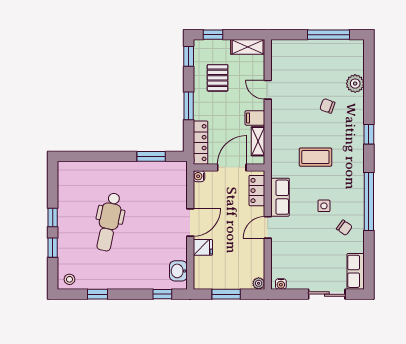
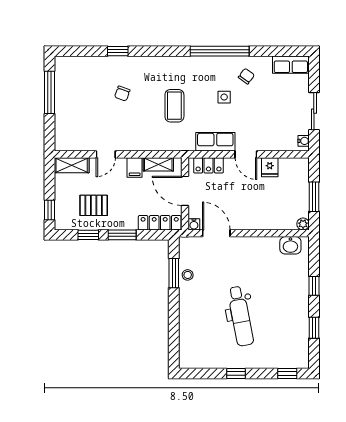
shelving: (248, 47) -> (72, 165), moved, turned 90
window: (189, 56) -> (88, 235), moved
plant: (355, 84) -> (99, 65), removed
window: (369, 134) -> (118, 51), moved
dental chair: (109, 222) -> (240, 316), turned 67
door: (190, 222) -> (216, 233), moved
fridge: (203, 247) -> (270, 167), moved, turned 180
window: (53, 248) -> (287, 373), moved
stool: (69, 279) -> (188, 275), moved
plant: (259, 283) -> (303, 224), moved
window: (162, 294) -> (314, 286), moved
sliding door: (327, 294) -> (314, 111), moved

